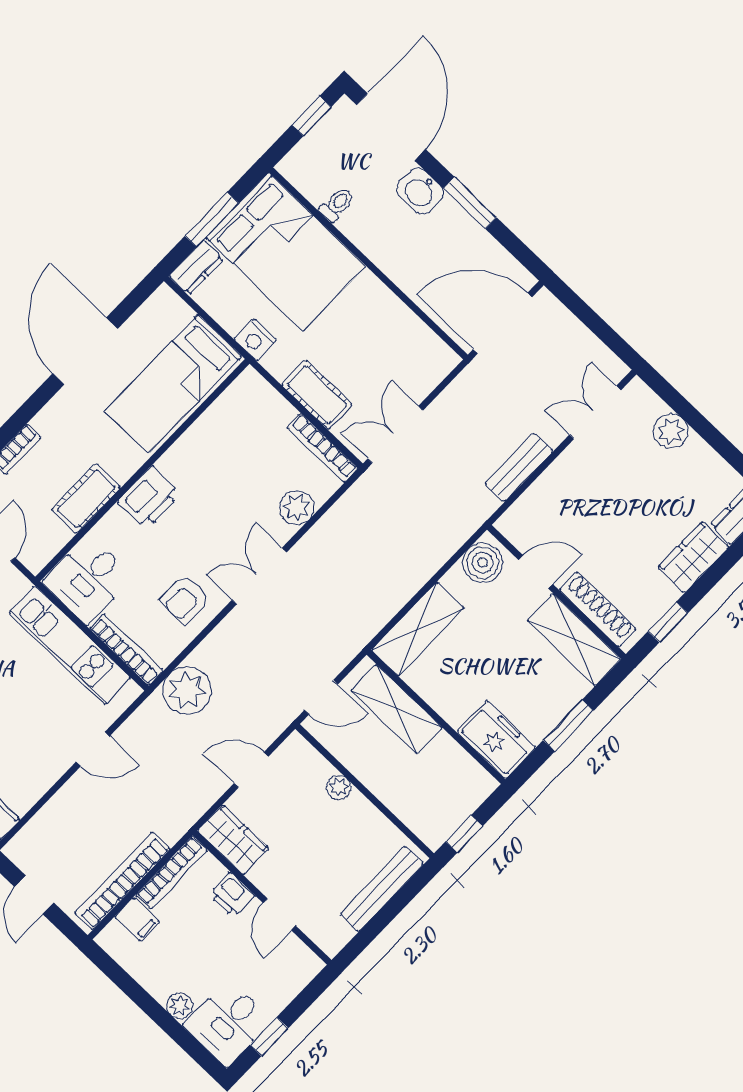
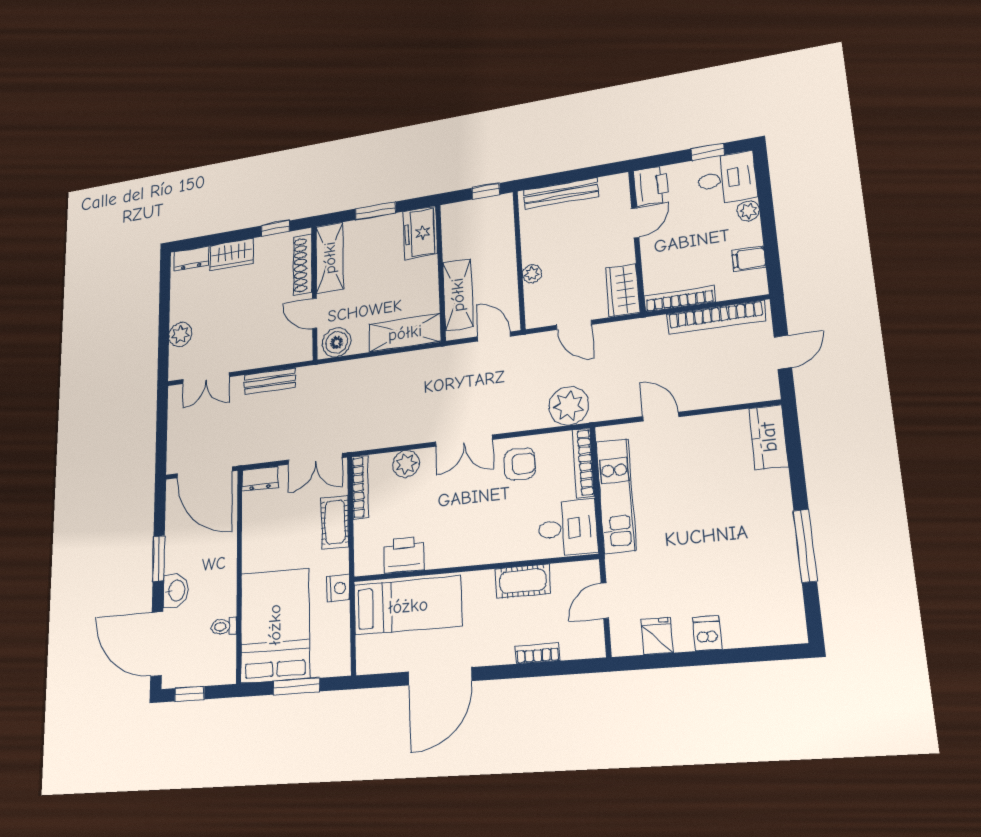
door: (391, 127) -> (157, 644), hinge flipped
dresser: (196, 268) -> (260, 479), moved, turned 180
printer: (149, 498) -> (404, 555), moved
printer: (232, 895) -> (651, 186), moved, width x1.36, depth x1.24
filing cabinet: (137, 919) -> (749, 259), moved, turned -90

